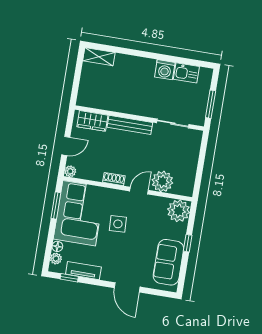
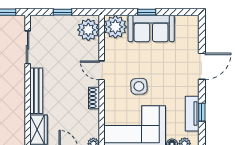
window: (201, 163) -> (62, 12), added
plant: (162, 181) -> (88, 30), moved
sofa: (168, 262) -> (151, 28), moved
window: (69, 278) -> (202, 112), moved

